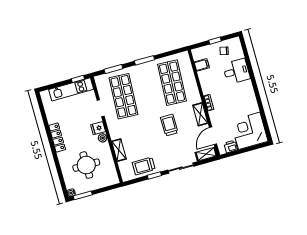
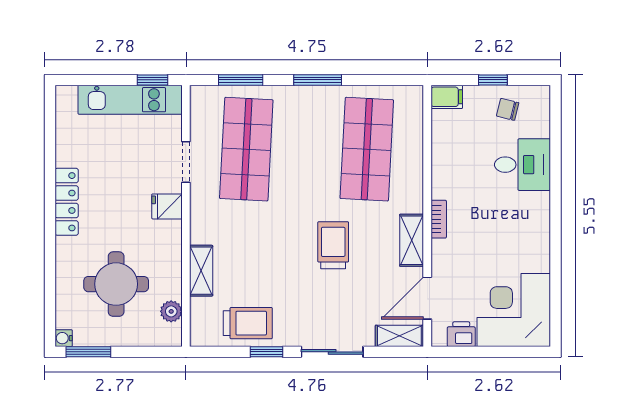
filing cabinet: (202, 65) -> (447, 97), moved
plant: (103, 138) -> (171, 311), moved
trolley: (144, 166) -> (248, 323), turned 180

